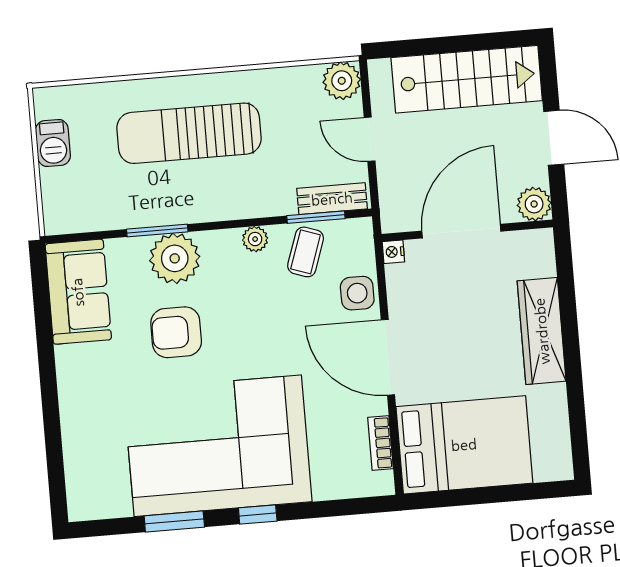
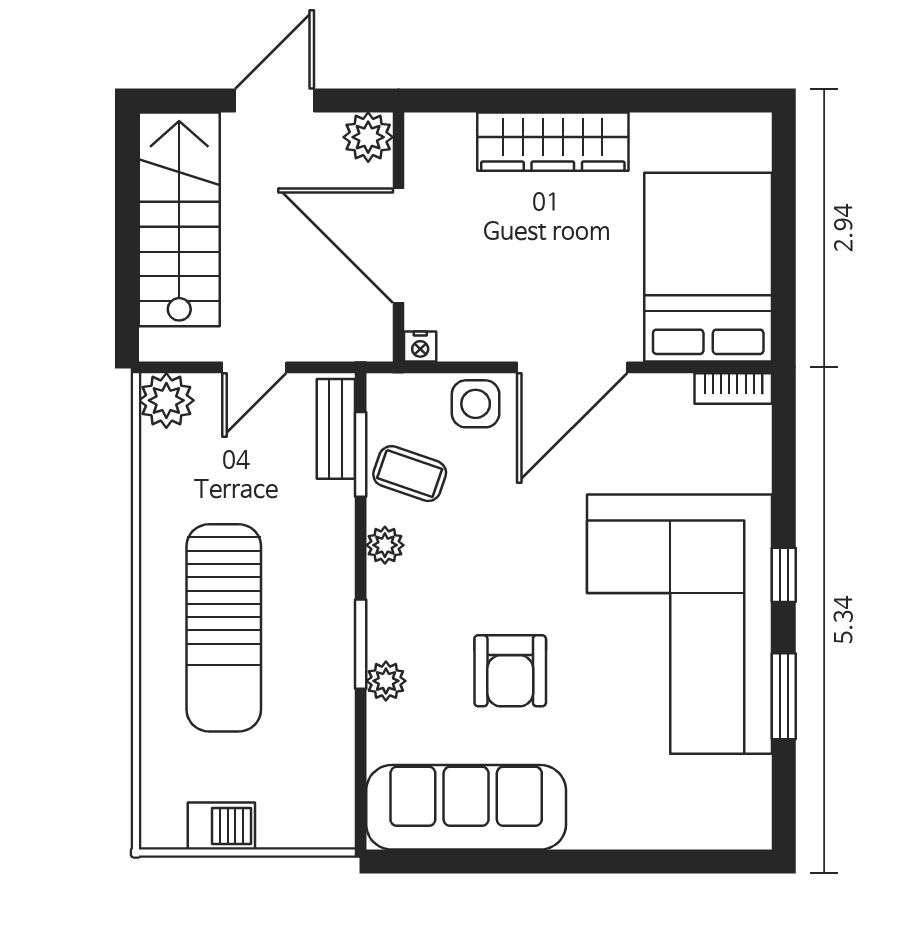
window: (157, 230) -> (361, 644), moved
plant: (175, 258) -> (386, 681), width x0.53, depth x0.53
sofa: (78, 292) -> (466, 807), width x1.36
bookcase: (380, 443) -> (733, 388), moved

